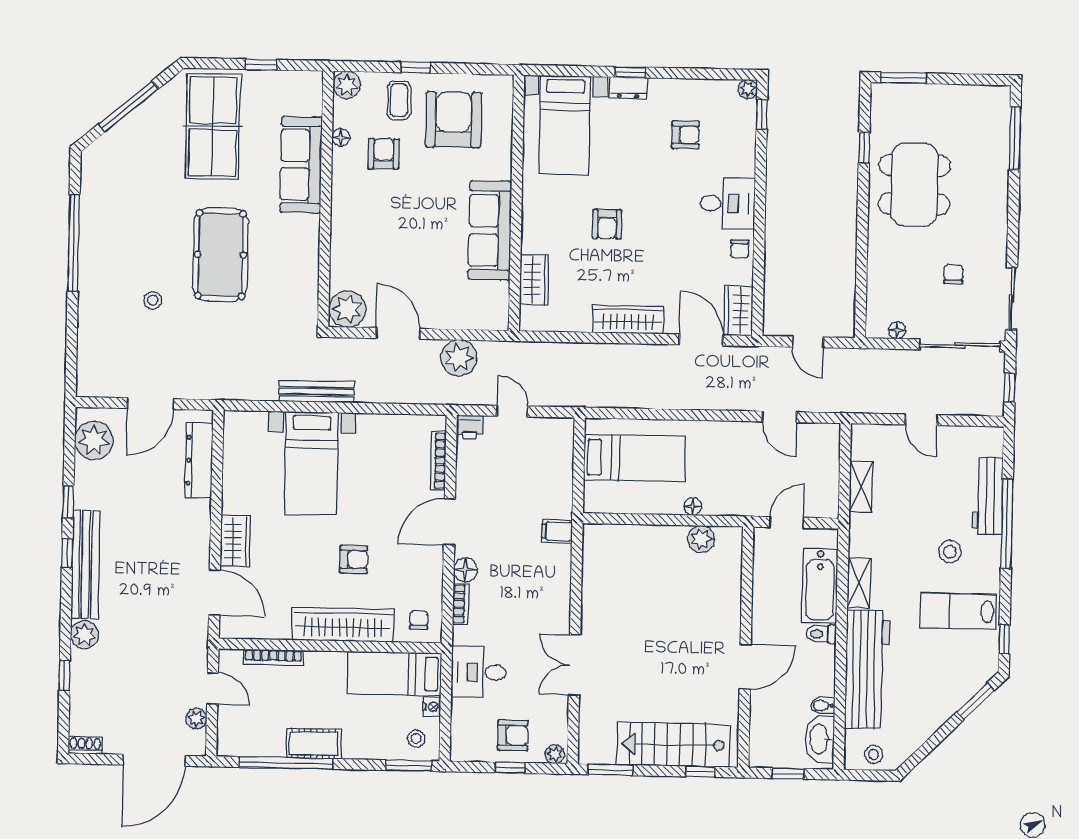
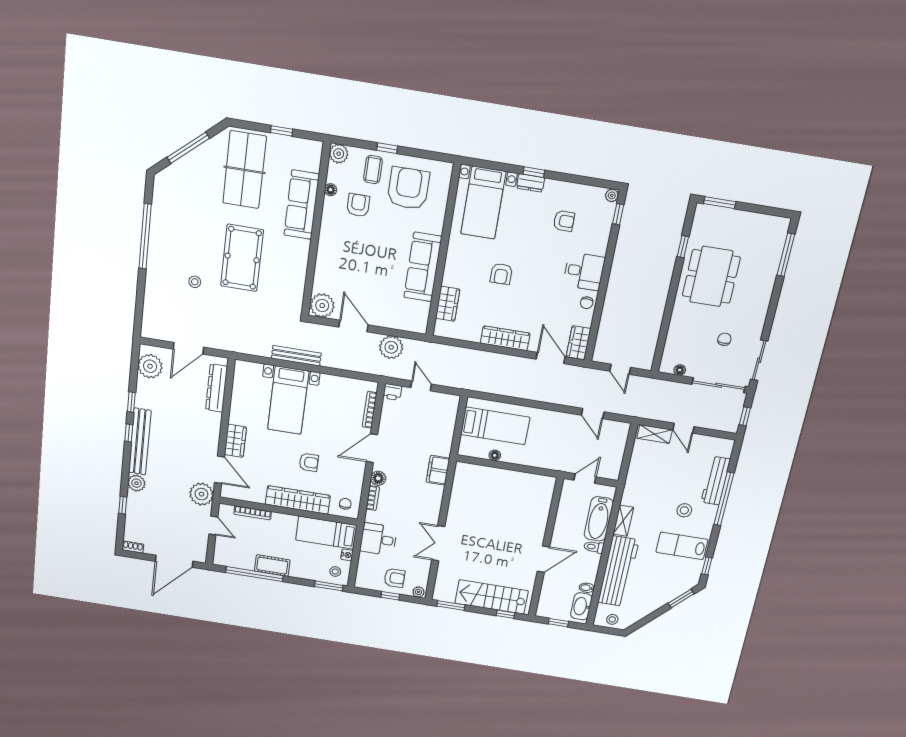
shelving: (861, 487) -> (655, 434), moved, turned 90
floor lamp: (693, 507) -> (495, 455), moved
filing cabinet: (557, 531) -> (438, 470), width x2.00
plant: (701, 539) -> (529, 481), removed
plant: (197, 719) -> (201, 494), moved, width x1.88, depth x1.88

